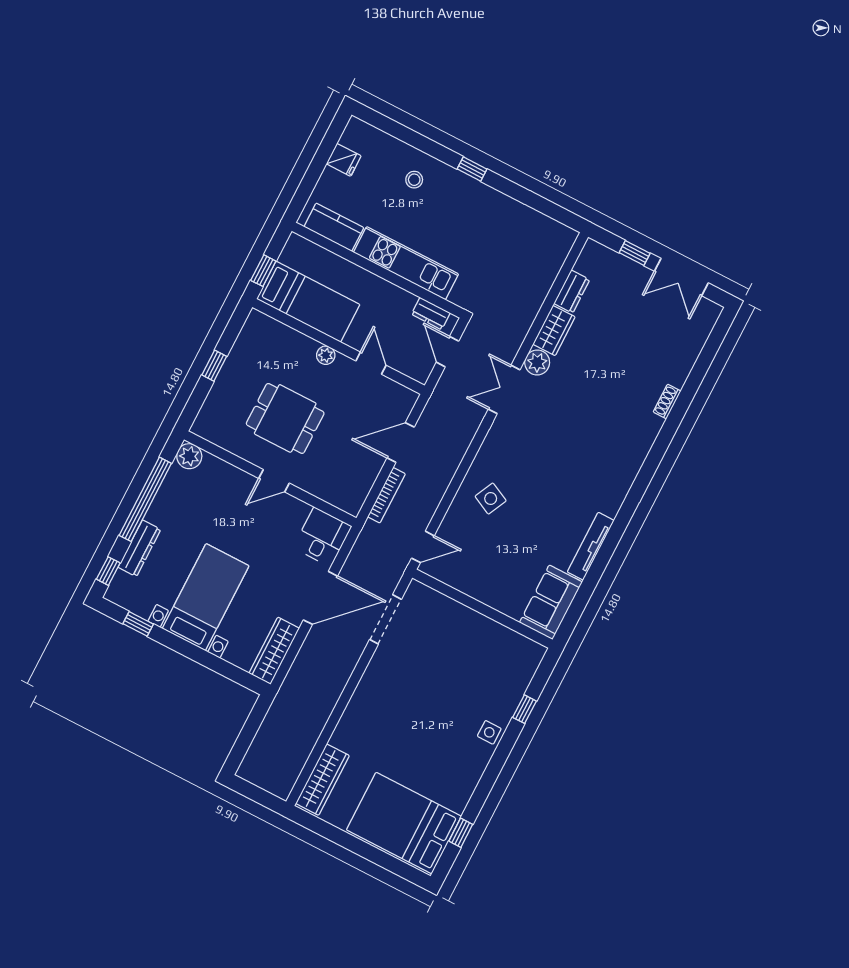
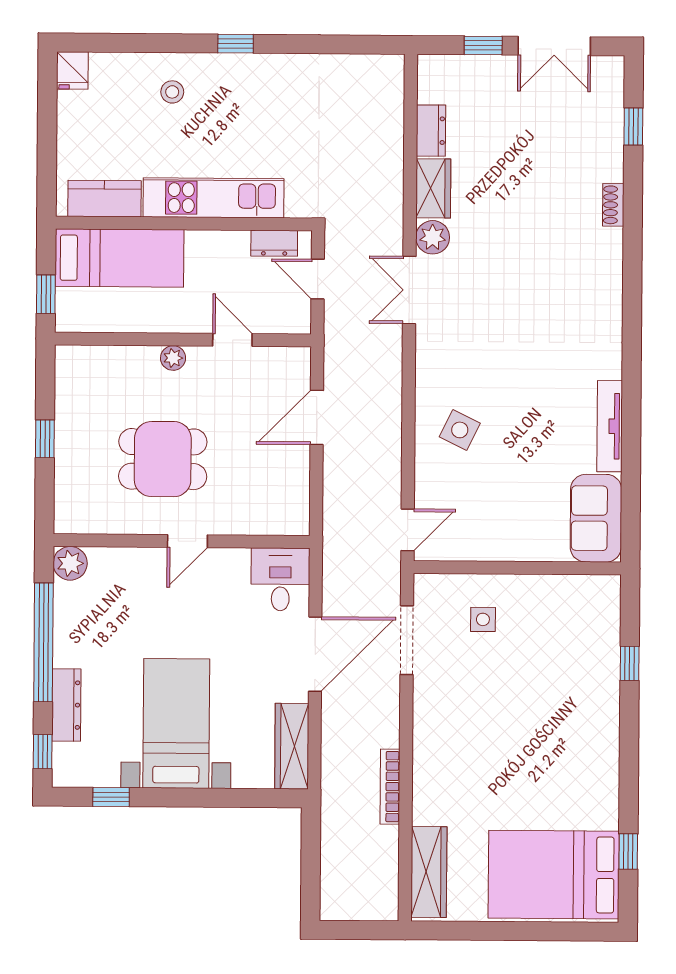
fridge: (344, 160) -> (72, 70), moved, turned 90
bed: (308, 302) -> (119, 258), moved
window: (706, 357) -> (633, 127), added
bookcase: (386, 495) -> (390, 787), moved, turned 180
side table: (489, 732) -> (483, 619), moved

